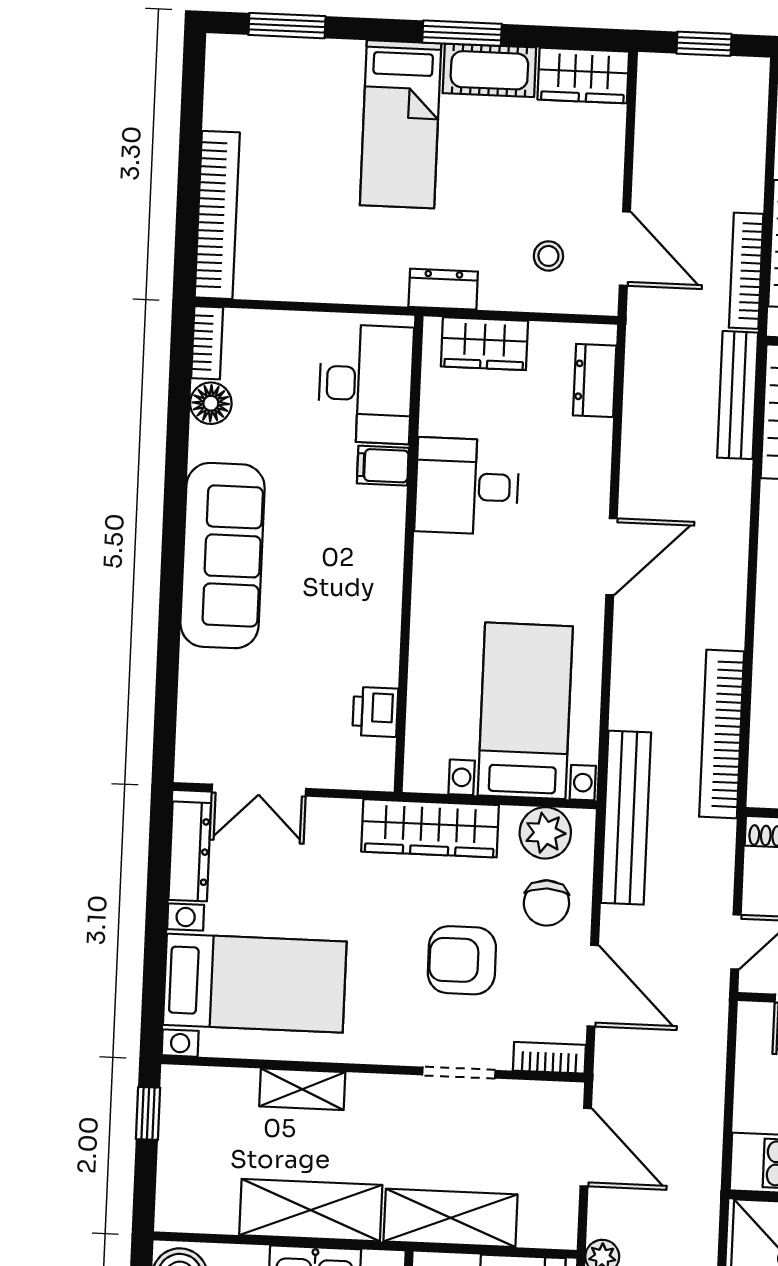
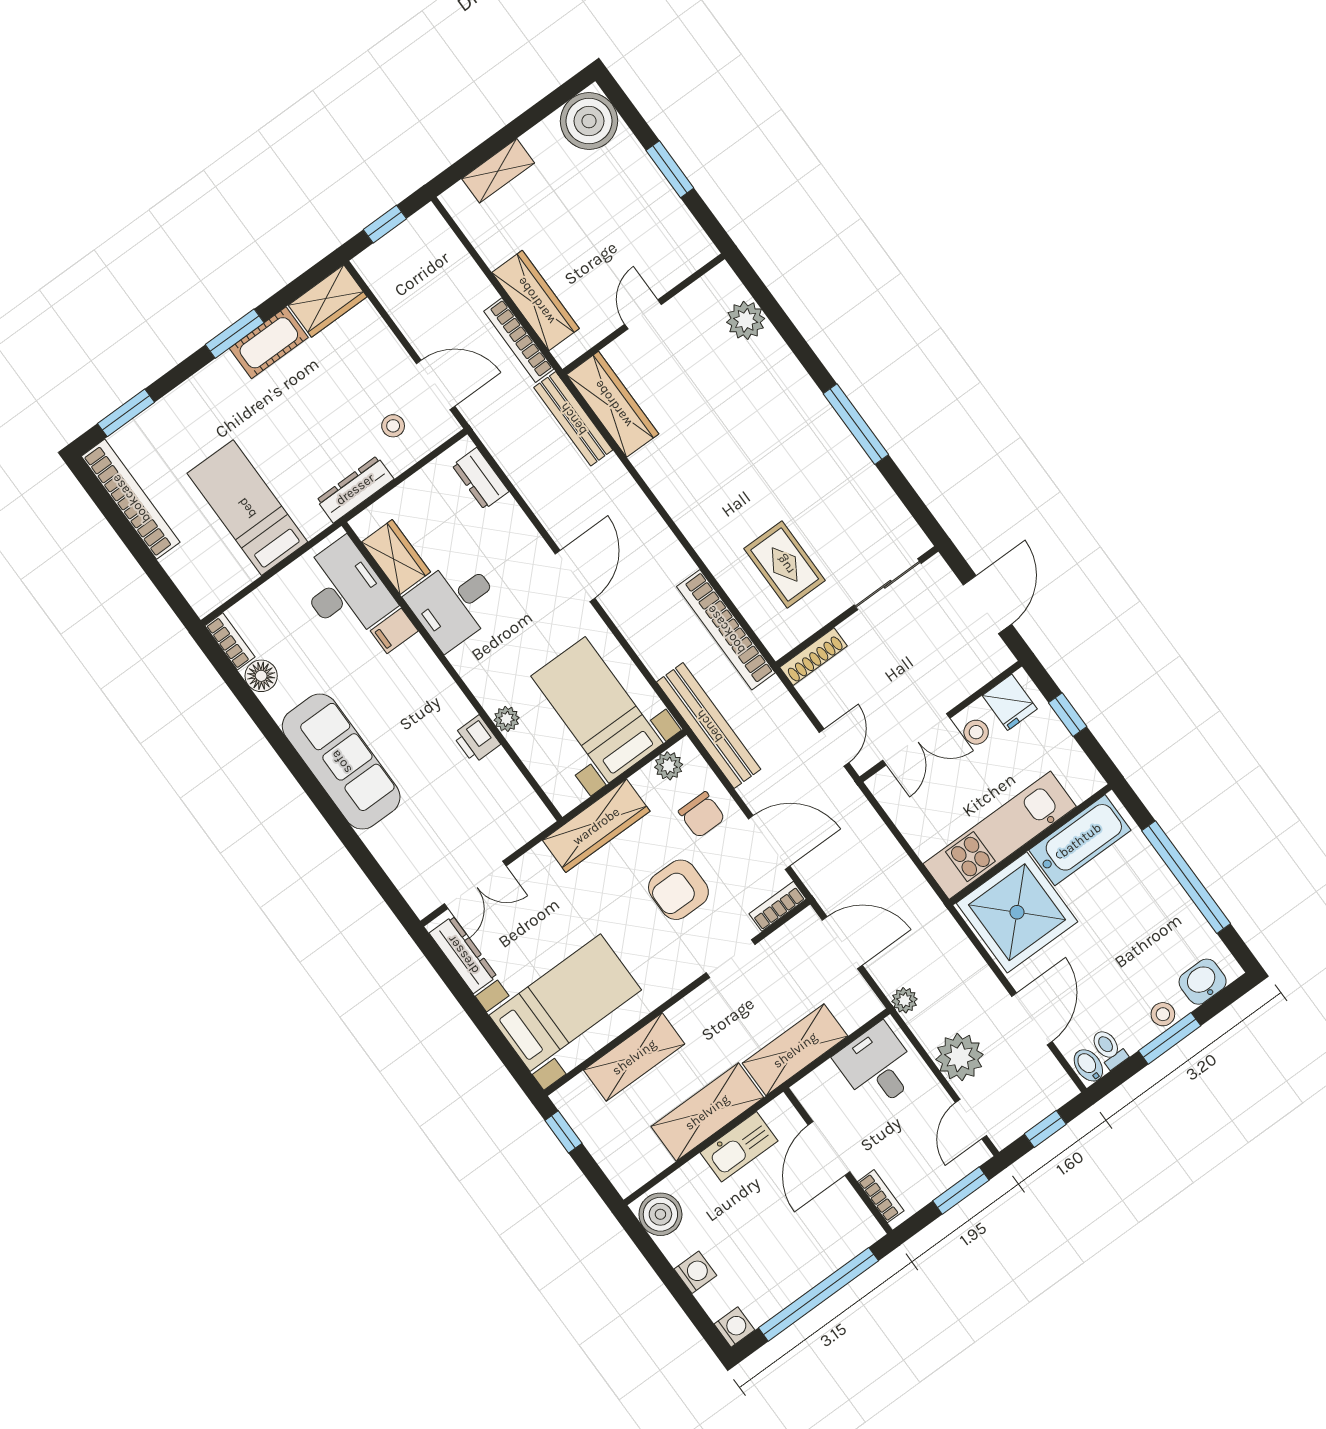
bed: (401, 124) -> (247, 508), moved, turned 180
bookcase: (217, 215) -> (131, 499), moved
dresser: (443, 289) -> (355, 489), width x1.44
wardrobe: (484, 344) -> (396, 557), moved, turned -90
plant: (426, 647) -> (507, 719), added
printer: (375, 712) -> (476, 739), moved
plant: (545, 833) -> (669, 766), width x0.73, depth x0.73
shelving: (302, 1089) -> (634, 1057), width x1.50, depth x1.33

